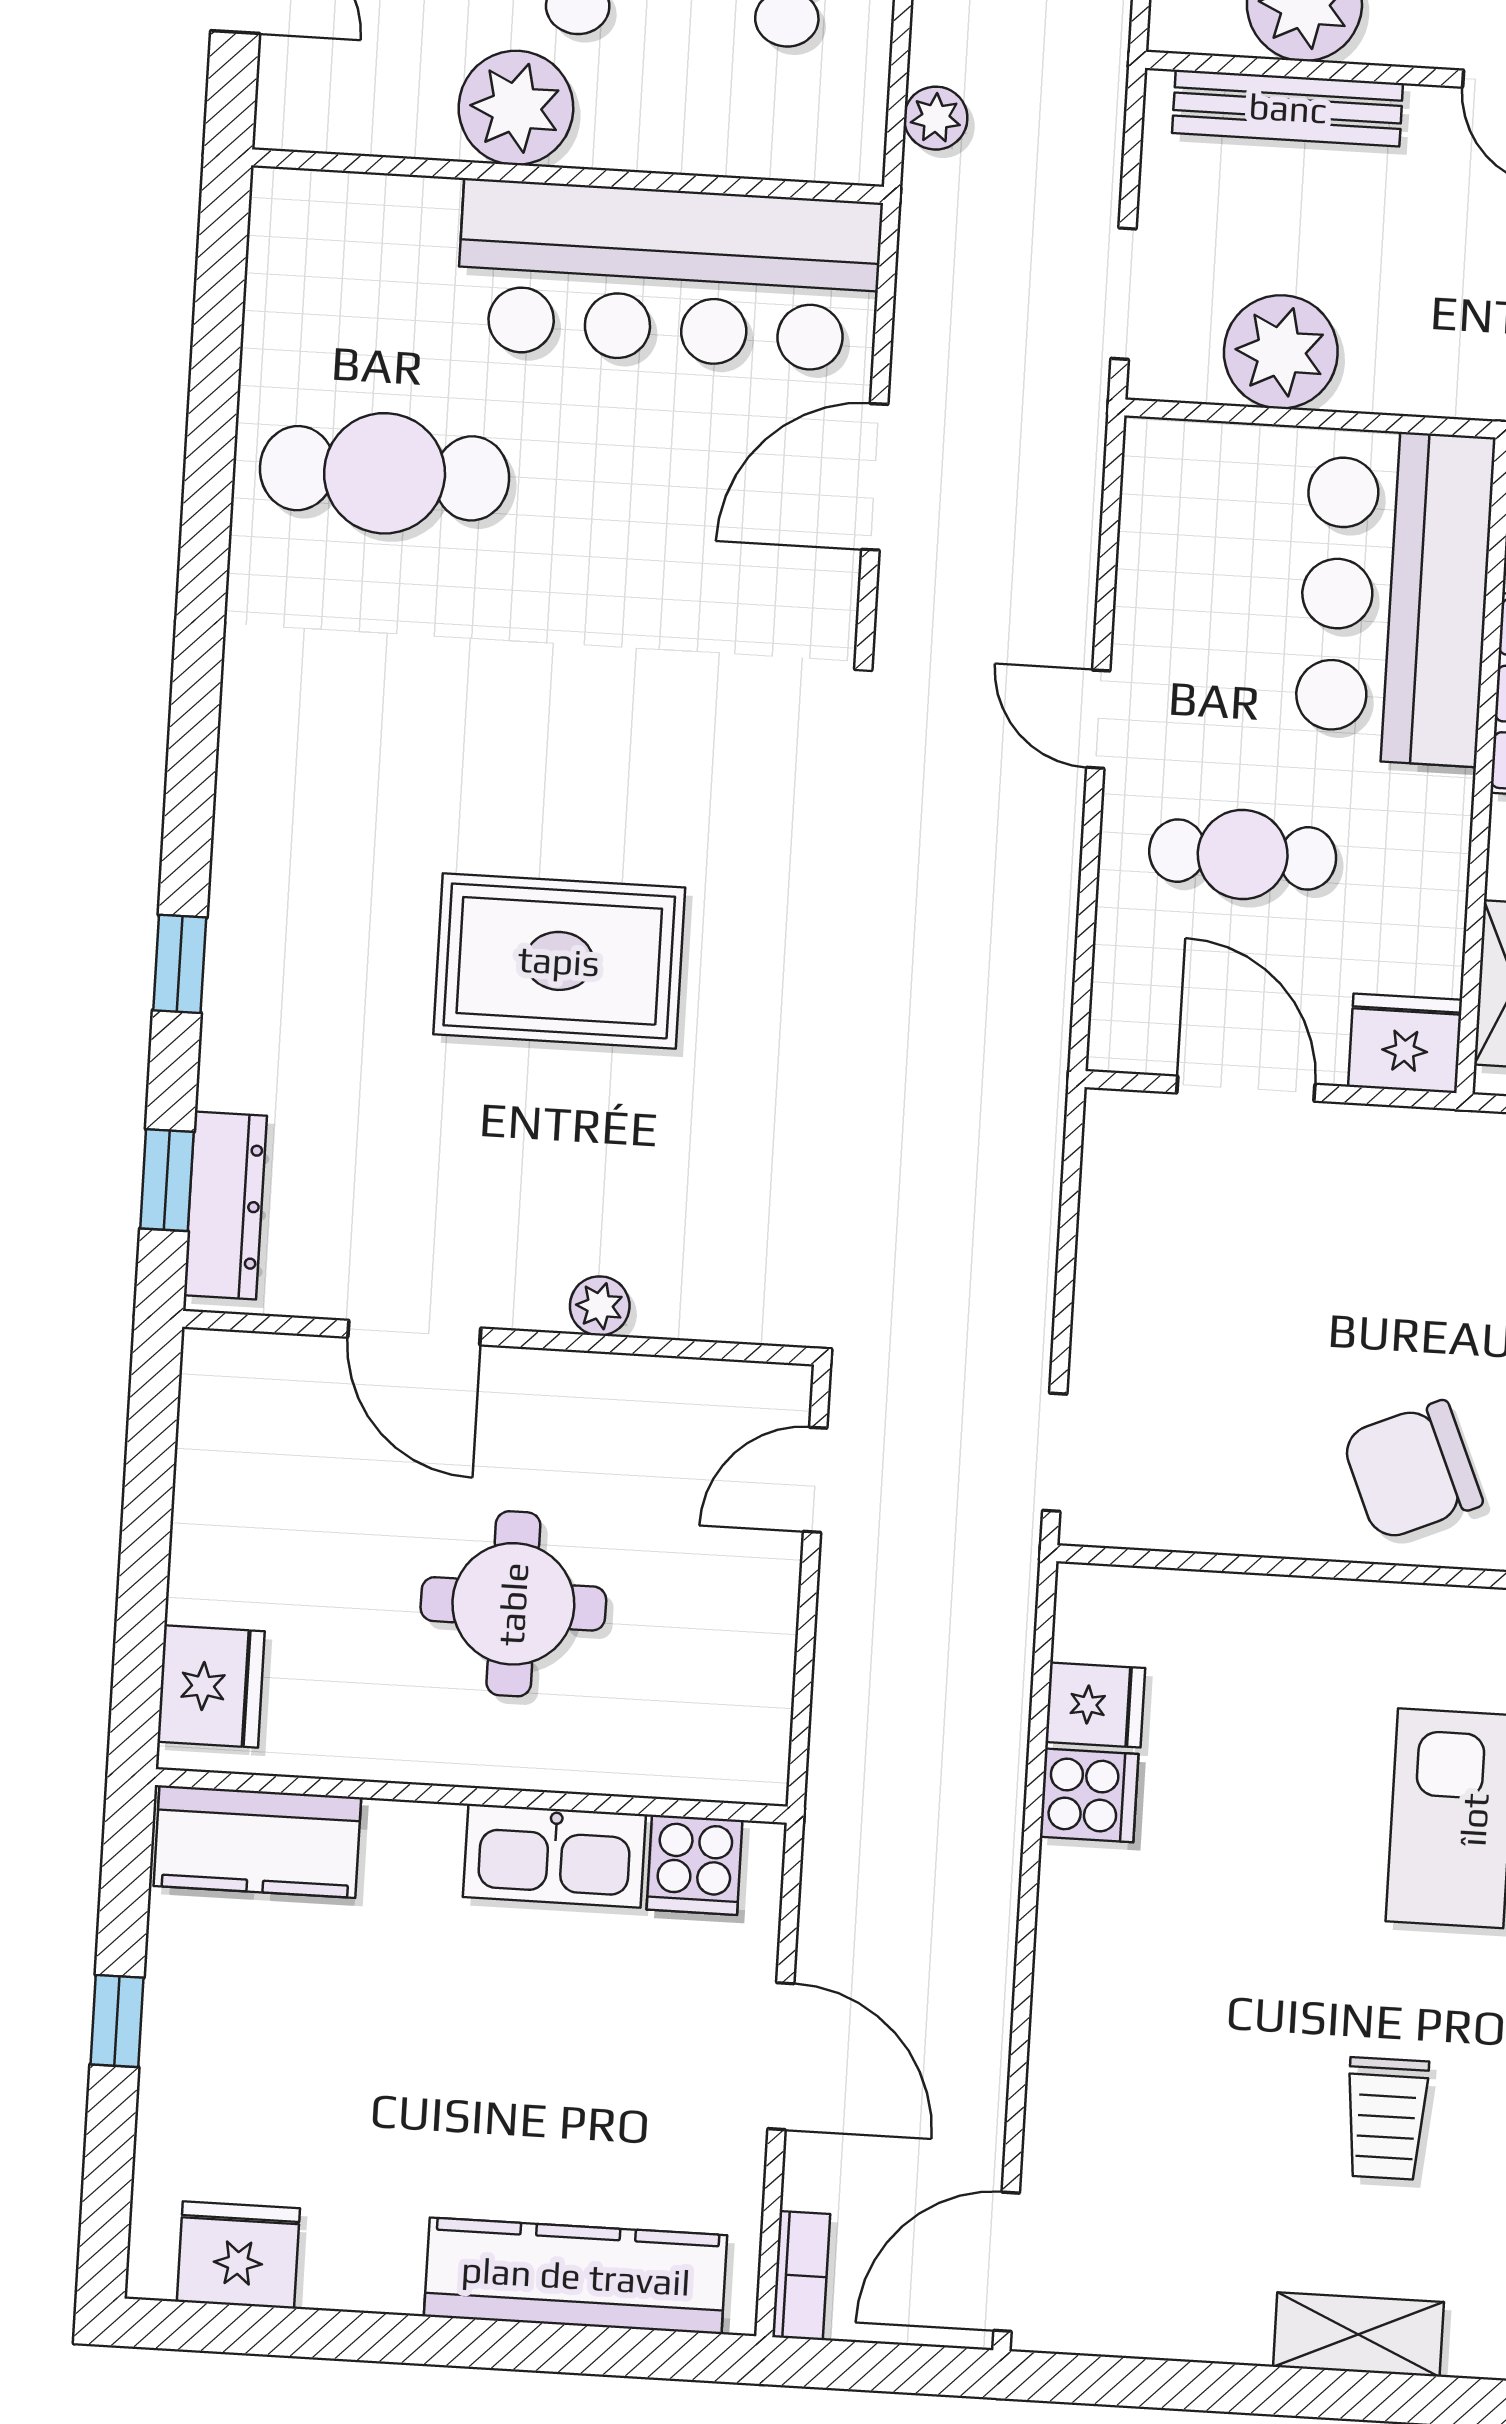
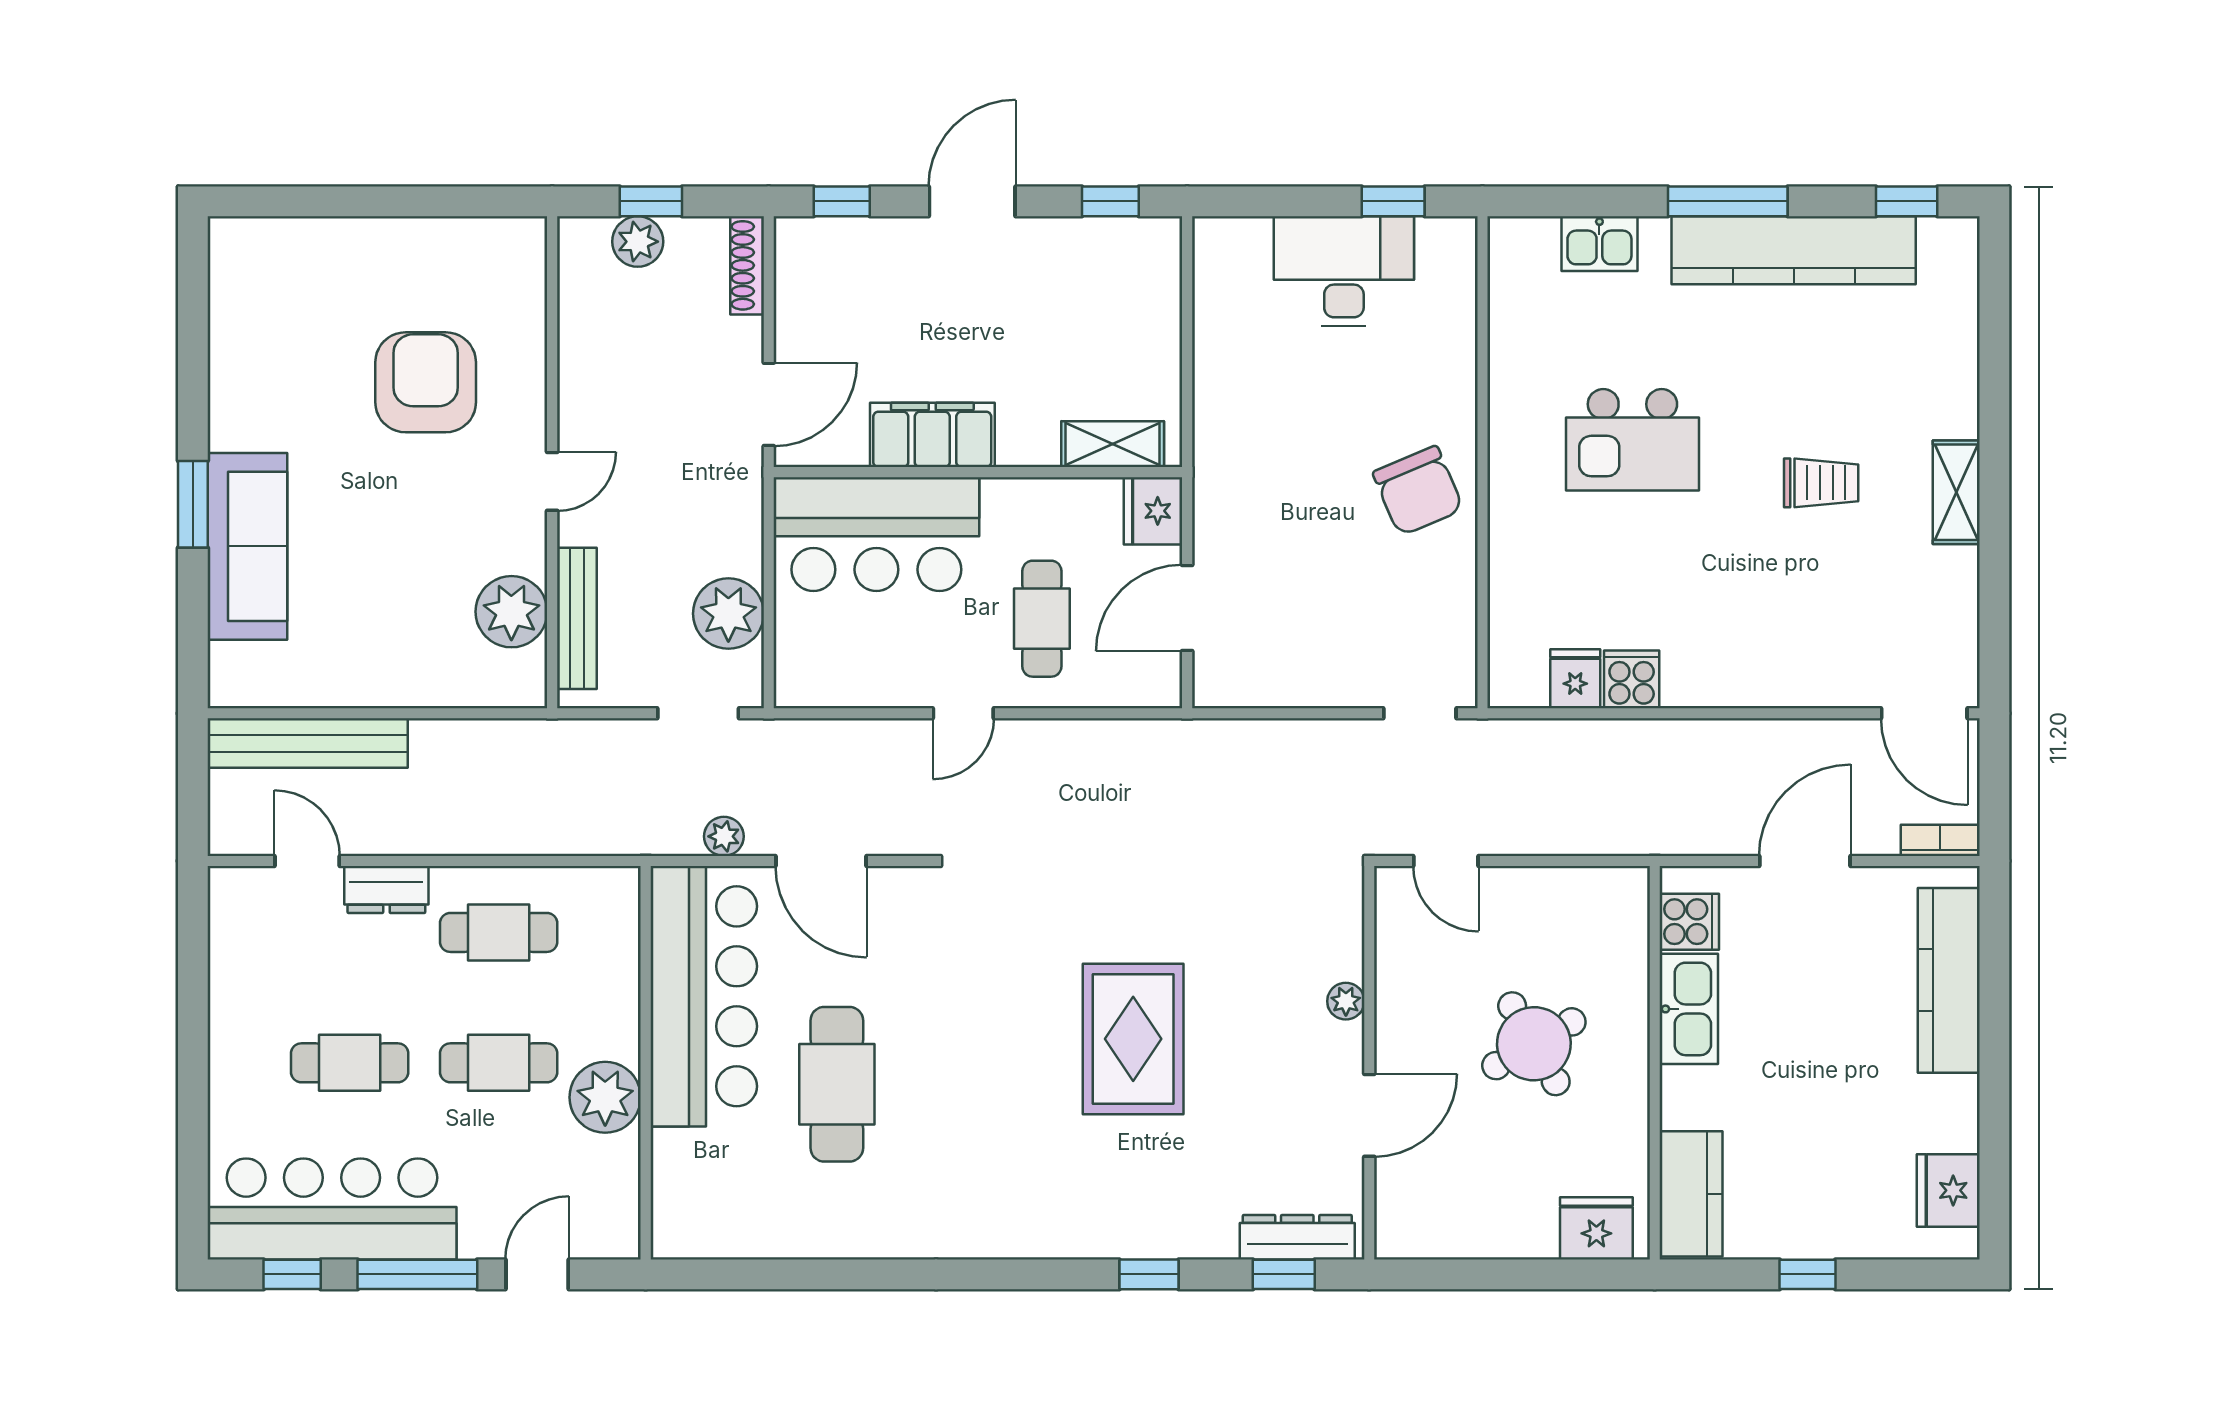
plant: (936, 118) -> (724, 836), moved
cafe table: (385, 473) -> (837, 1084), moved
round table: (513, 1604) -> (1534, 1044), turned -30

